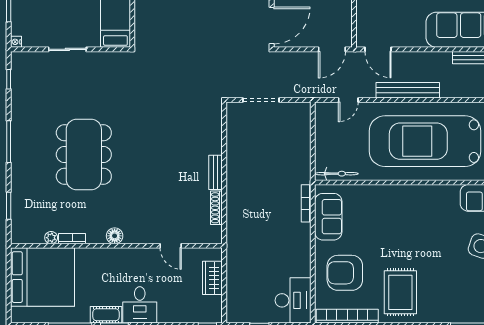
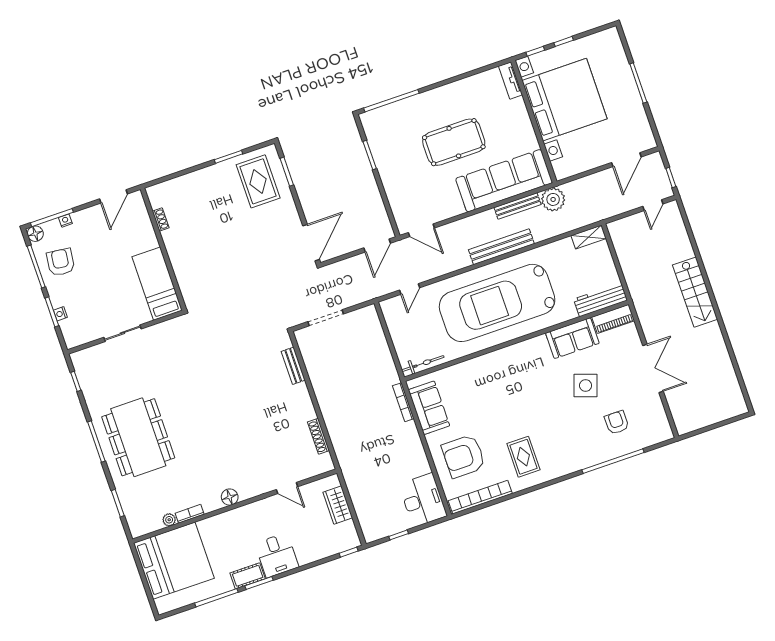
nightstand: (16, 42) -> (60, 314), moved
bench: (408, 90) -> (501, 247), moved
dining table: (84, 155) -> (138, 437), moved
bench: (216, 172) -> (293, 366), moved
rug: (400, 292) -> (523, 457), width x0.73, depth x0.70

